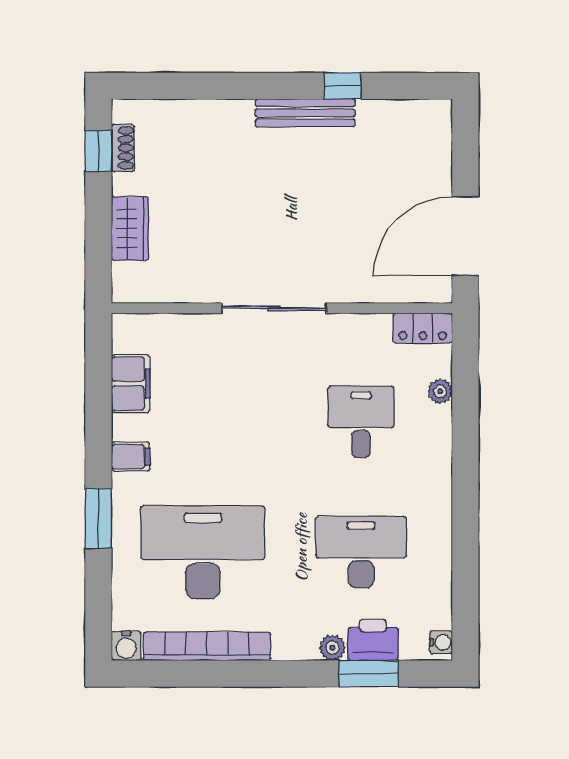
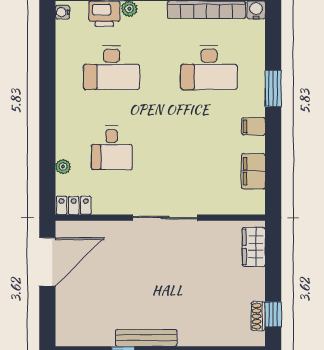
wardrobe: (130, 229) -> (254, 247), moved
desk: (203, 552) -> (209, 68), width x0.73, depth x0.77

